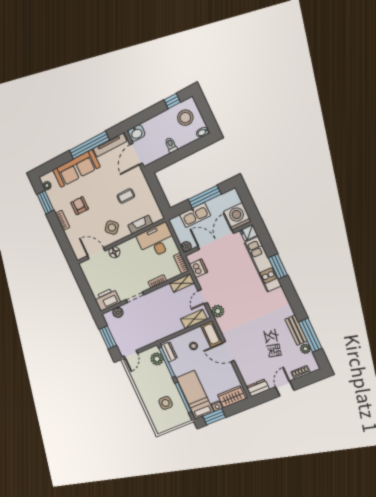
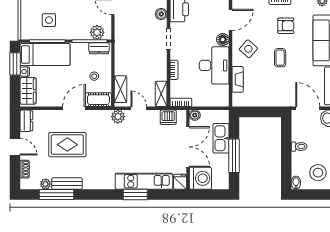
coffee table: (126, 196) -> (280, 58), moved
desk: (156, 241) -> (214, 65), moved
rug: (262, 344) -> (67, 145), added

